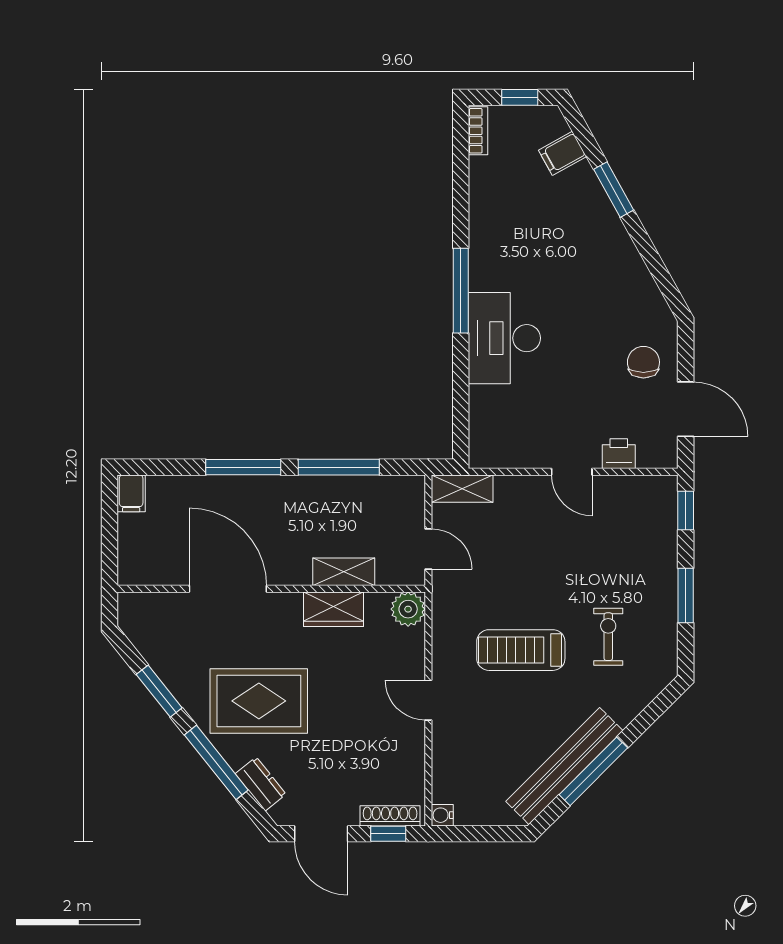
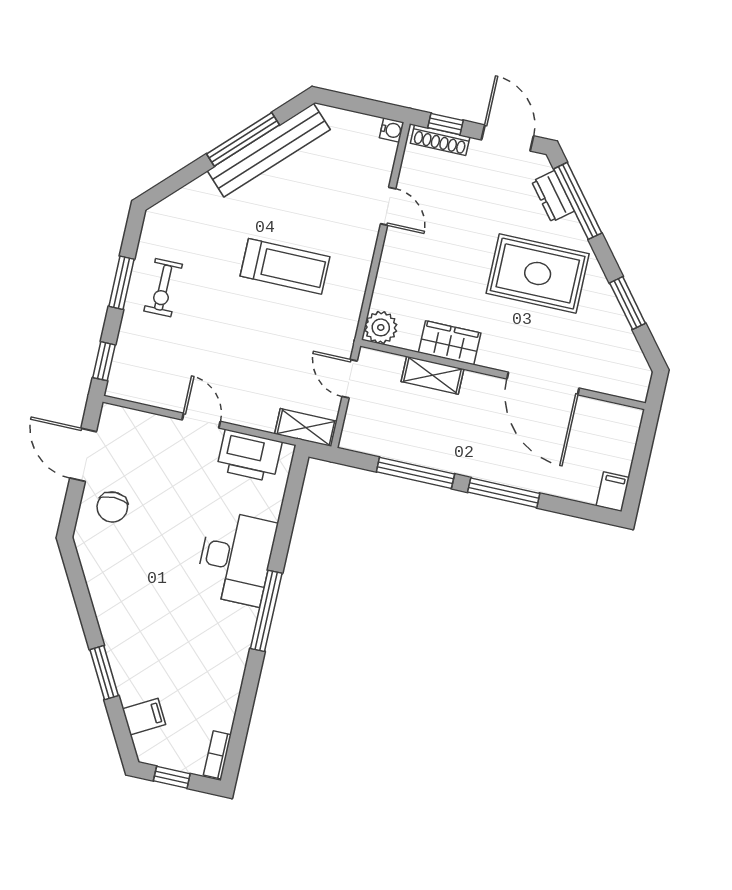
printer: (619, 454) -> (249, 456), moved, width x1.87, depth x1.48
exercise bike: (608, 637) -> (163, 288), moved
door: (428, 700) -> (388, 206), moved
window: (216, 762) -> (578, 201), moved

